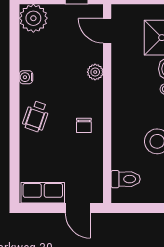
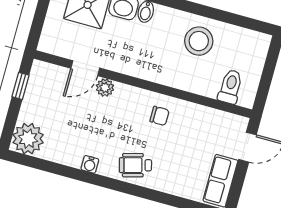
door: (107, 31) -> (85, 68), moved
wheelchair: (36, 116) -> (135, 165), turned 146

